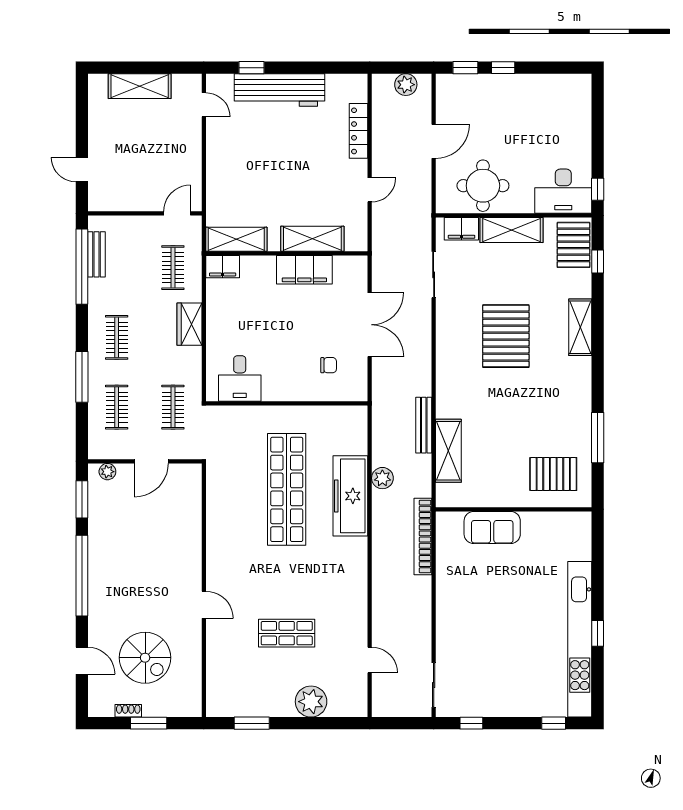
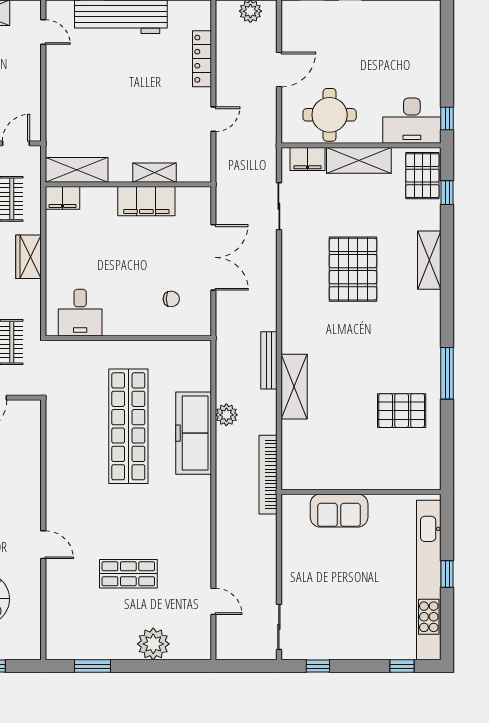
shelving: (312, 239) -> (155, 173), width x0.67, depth x0.75
wall: (514, 509) -> (361, 492), moved
sofa: (492, 528) -> (339, 511), moved

